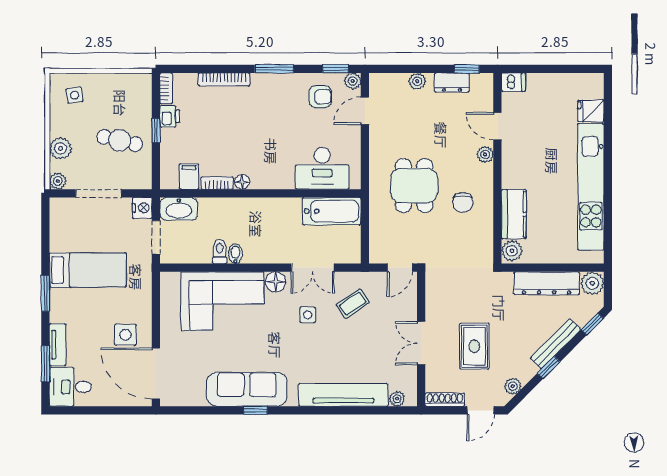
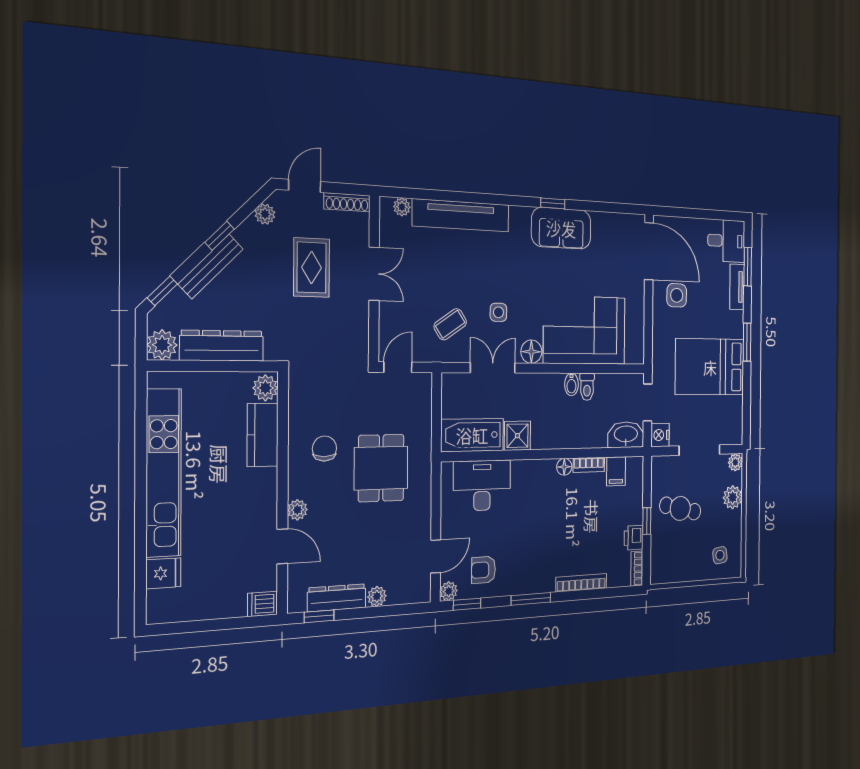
dresser: (452, 82) -> (337, 598), width x1.44
shower: (289, 210) -> (517, 436), added
bed: (88, 270) -> (710, 367), width x1.50
sofa: (247, 389) -> (561, 228), width x0.73

